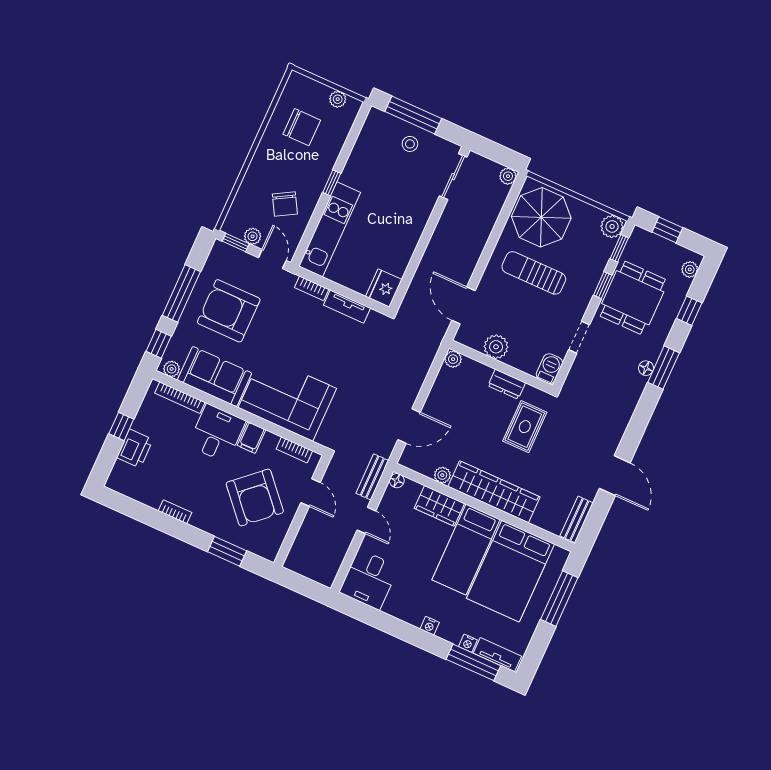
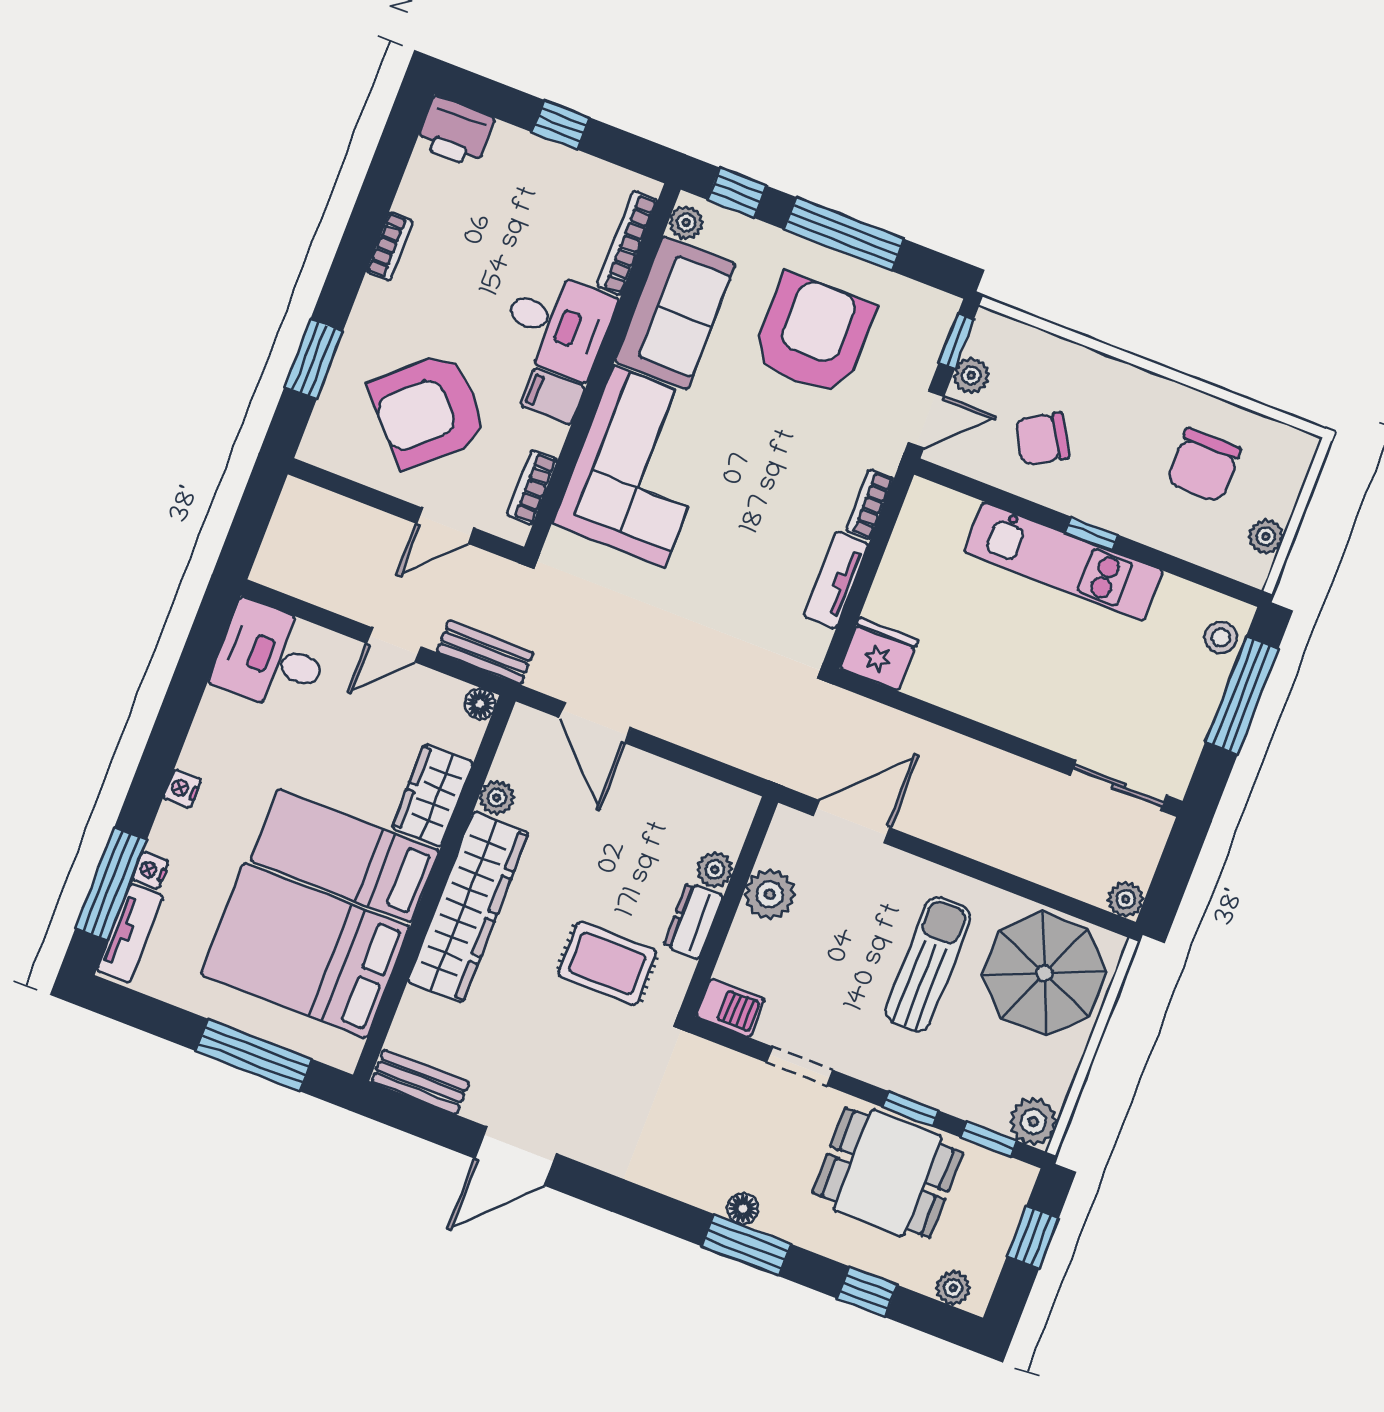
stool: (410, 144) -> (1221, 637), moved
kitchen unit: (330, 229) -> (1063, 561), moved
plant: (453, 359) -> (715, 870), moved
printer: (135, 448) -> (455, 132), moved

